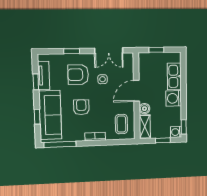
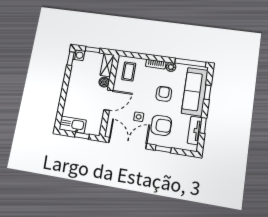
double door: (109, 51) -> (128, 143), width x1.37
kitchen sink: (174, 76) -> (73, 125), moved, turned -90
washing machine: (174, 98) -> (75, 87), removed
armchair: (81, 107) -> (164, 94), turned 180
plant: (79, 136) -> (171, 67), added

